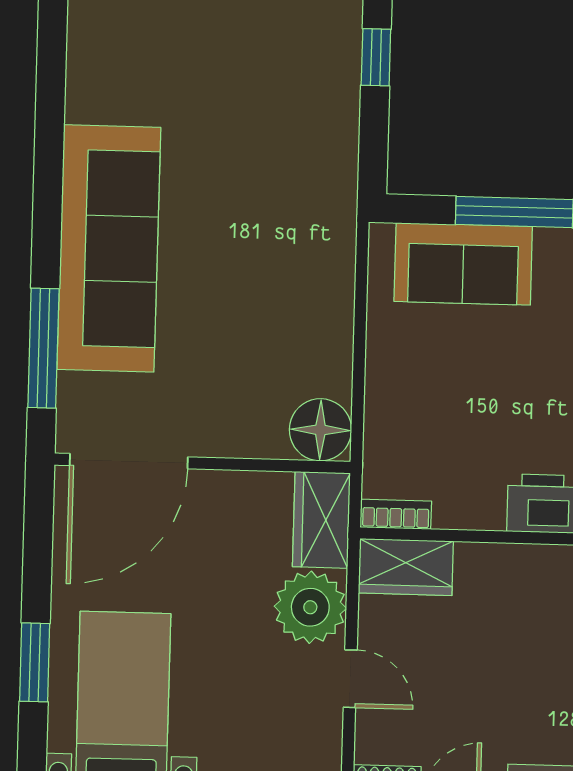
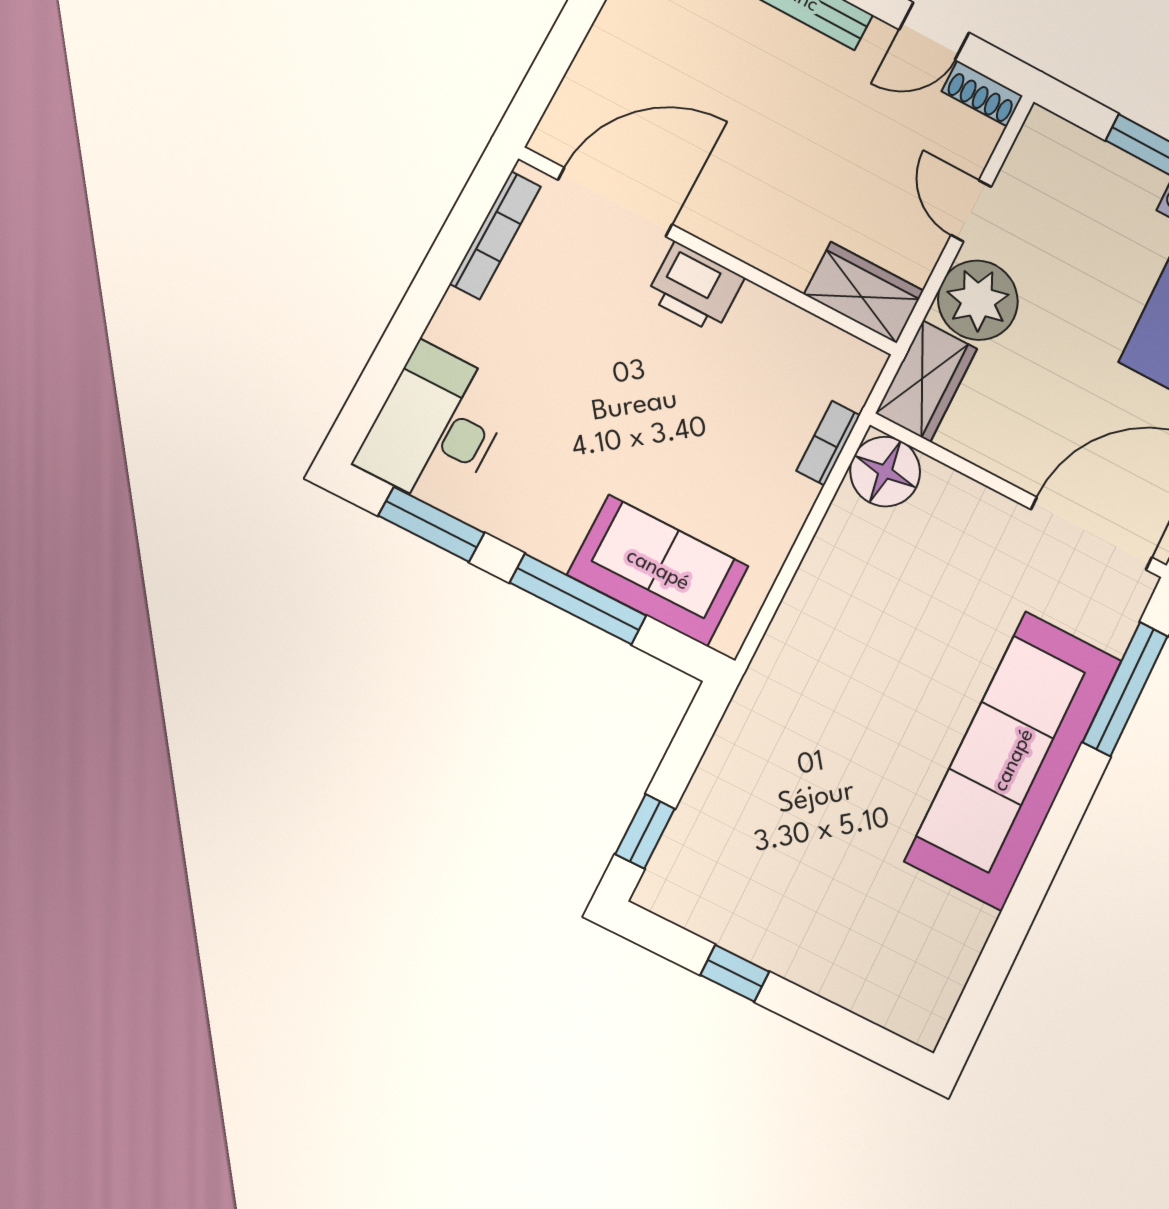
bookcase: (396, 514) -> (828, 443), moved, turned 90

